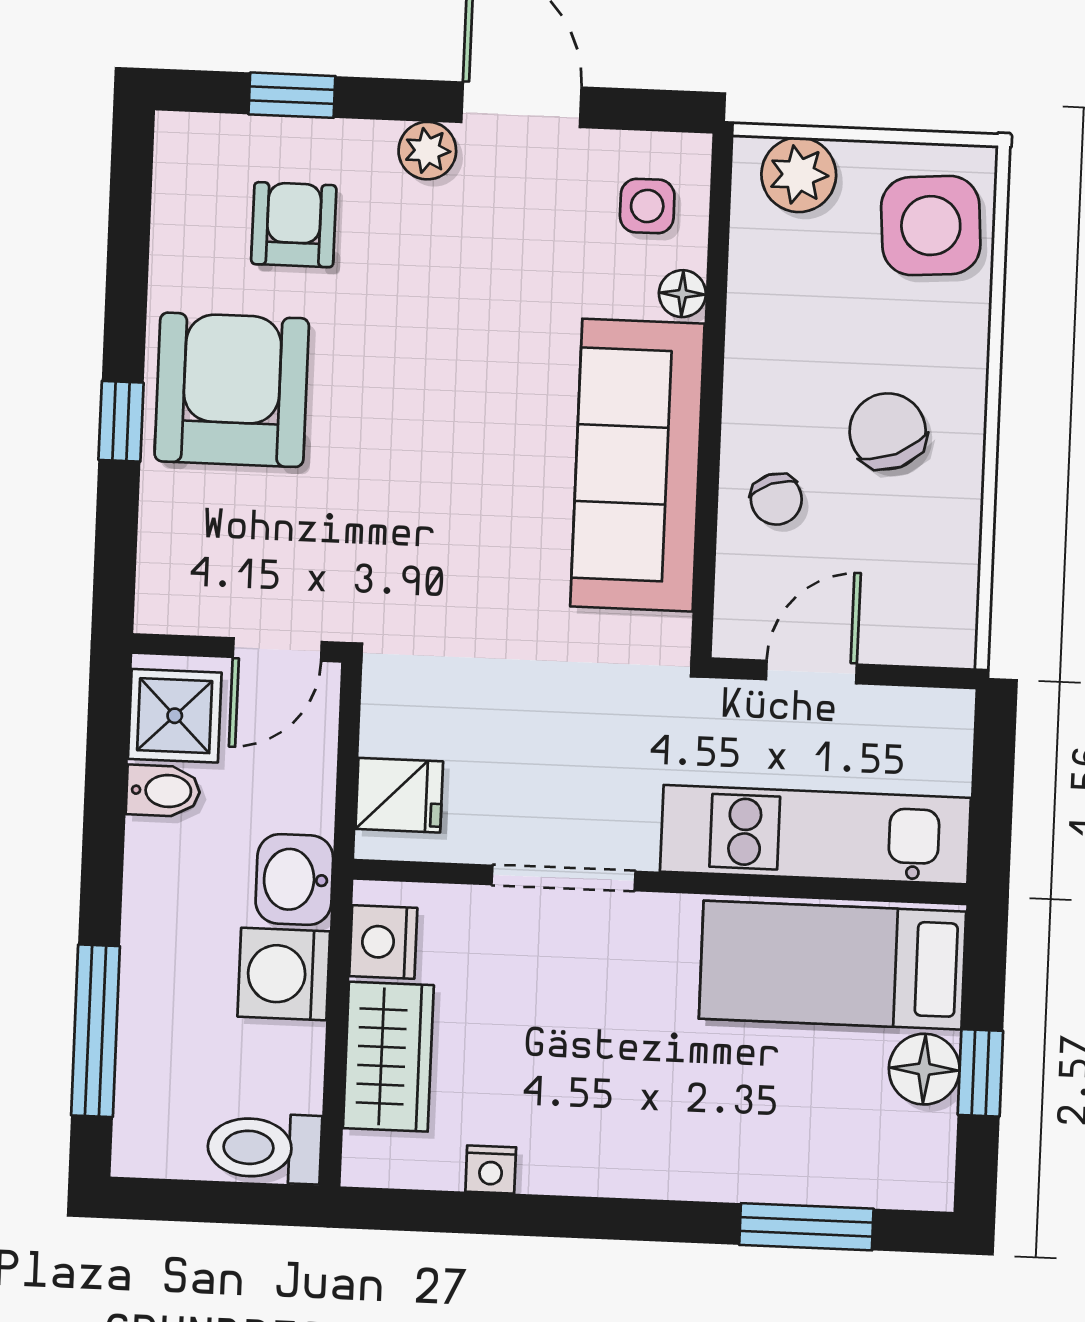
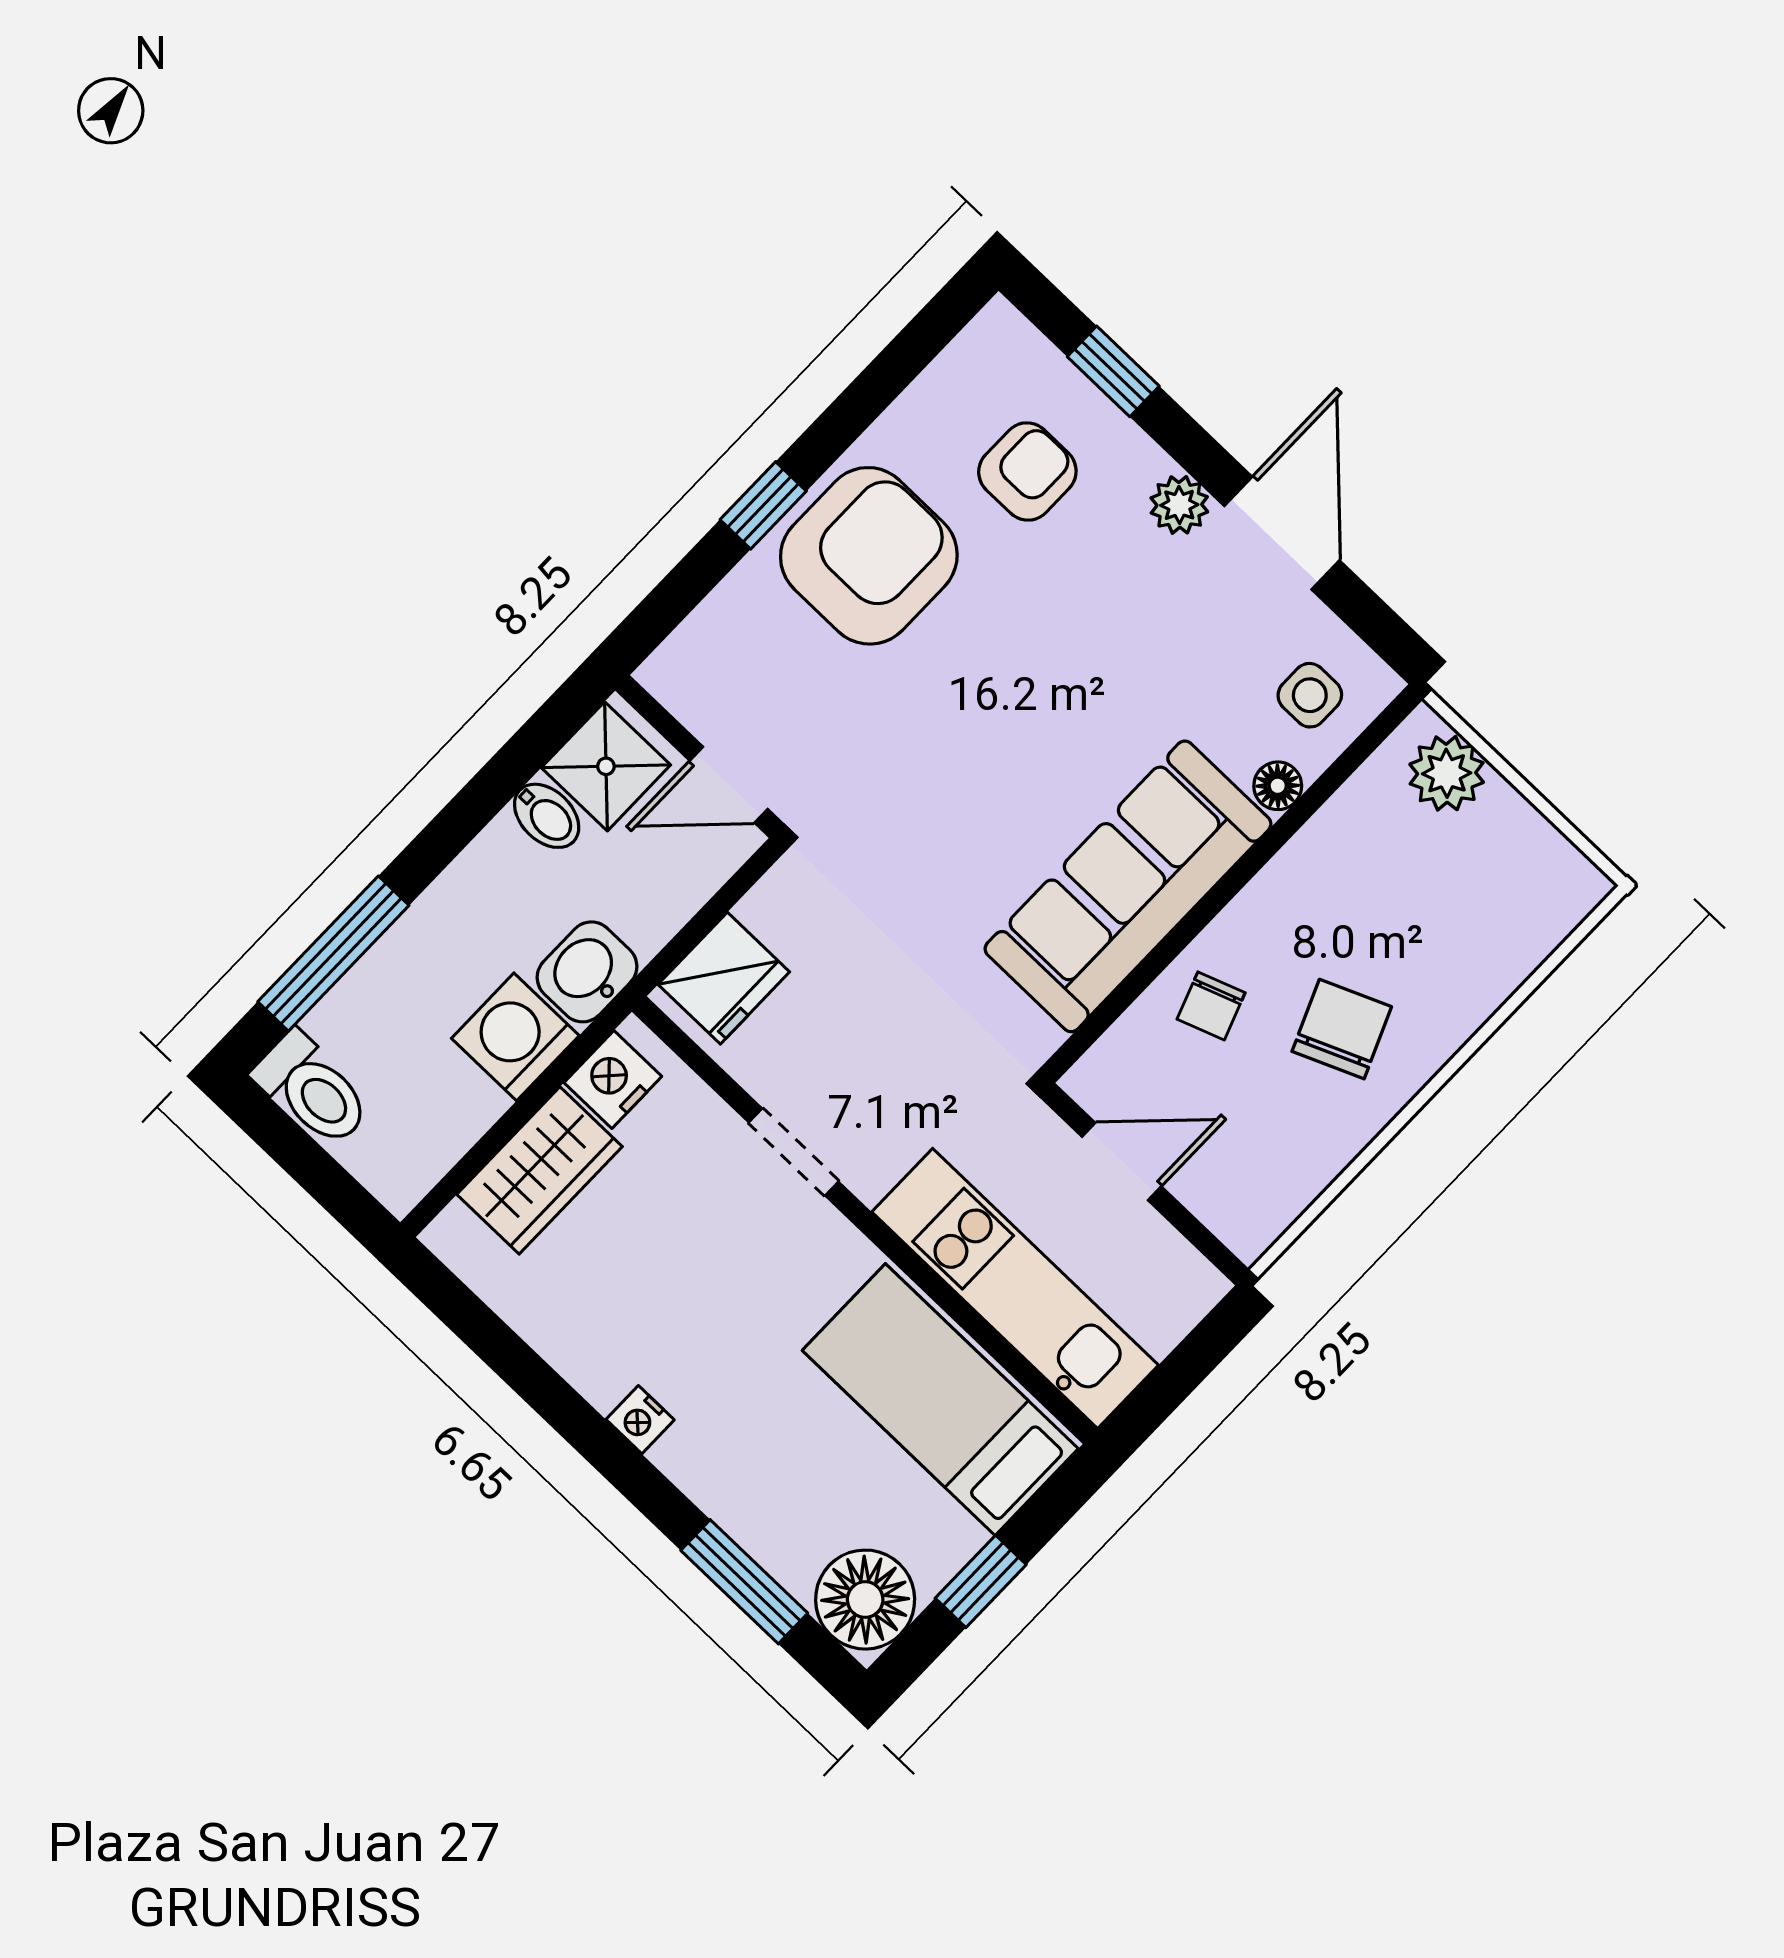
side table: (931, 226) -> (1513, 901), removed
fridge: (399, 795) -> (724, 978), width x1.38
doorway: (564, 878) -> (794, 1152), width x0.73
floor lamp: (924, 1069) -> (865, 1600), moved, width x1.38, depth x1.38
toilet: (264, 1148) -> (312, 1090), moved, turned 180
nightstand: (491, 1169) -> (640, 1420), moved

